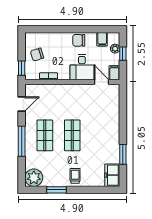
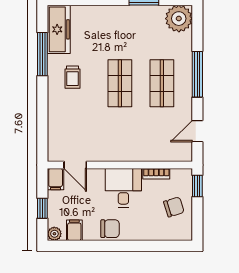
plant: (115, 49) -> (54, 234), moved
desk: (82, 67) -> (123, 188), moved
window: (123, 154) -> (42, 54), width x1.44
freezer: (112, 175) -> (59, 29), width x1.40
trolley: (75, 176) -> (73, 77), moved

